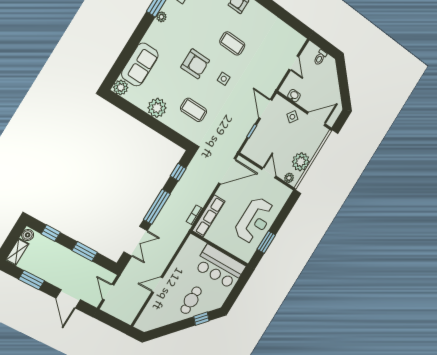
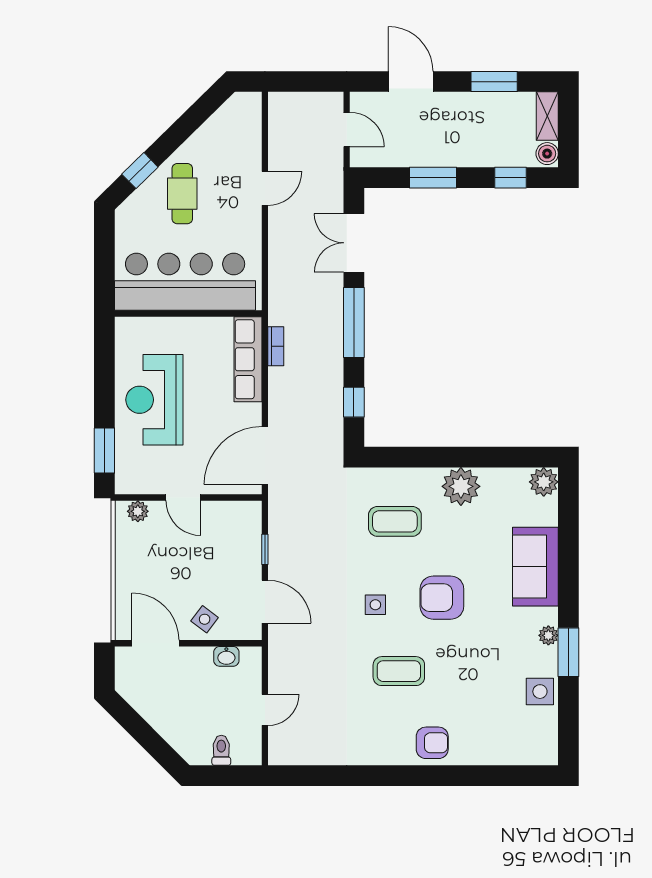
door: (294, 63) -> (265, 710), swing flipped
sofa: (140, 64) -> (535, 567), moved
door: (316, 119) -> (155, 643), swing flipped
plant: (301, 162) -> (134, 552), removed
window: (266, 242) -> (104, 451), moved
bar counter: (220, 267) -> (185, 282), width x1.36

